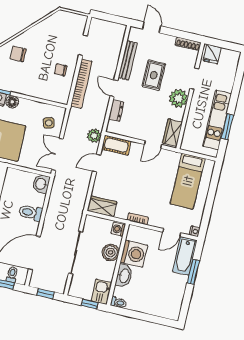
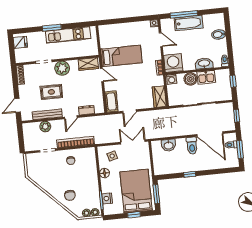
fridge: (212, 54) -> (20, 42), moved
floor lamp: (12, 102) -> (105, 173), moved
window: (227, 127) -> (52, 28), moved
plant: (94, 136) -> (45, 127), moved
double door: (57, 154) -> (133, 142), swing flipped
door: (96, 163) -> (129, 111), hinge flipped
bed: (188, 181) -> (121, 56), moved
washbasin: (41, 184) -> (169, 145), moved
toilet: (31, 213) -> (192, 146), moved
washing machine: (134, 254) -> (173, 63), moved
bathtub: (185, 256) -> (189, 23), moved
window: (193, 272) -> (184, 14), width x1.44
kitchen sink: (101, 292) -> (206, 77), moved
bidet: (154, 306) -> (219, 34), added

